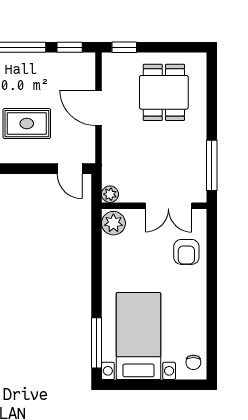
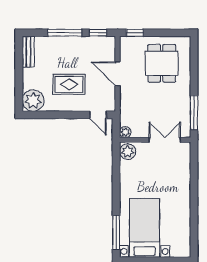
double door: (168, 206) -> (165, 140), swing flipped
armchair: (186, 252) -> (177, 171), removed
chair: (193, 362) -> (182, 246), removed

